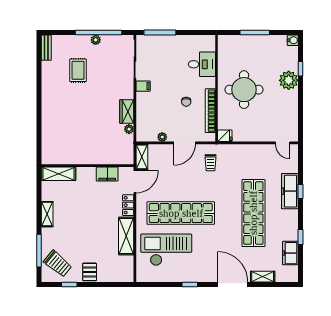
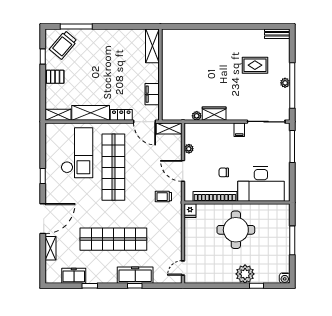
desk: (202, 64) -> (261, 184), width x1.87, depth x1.30
shelving: (47, 214) -> (58, 115), moved

